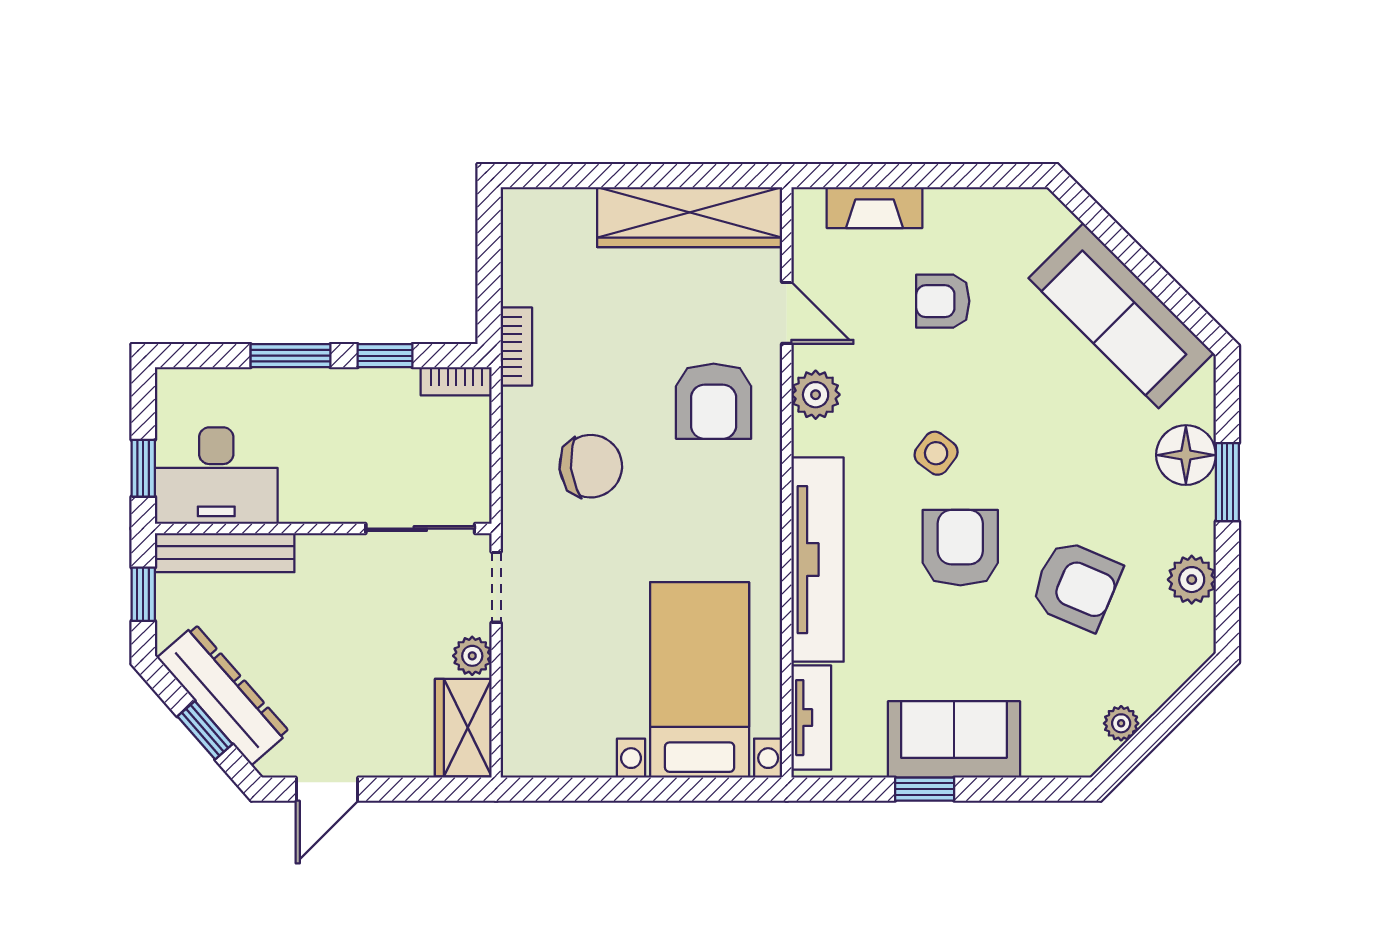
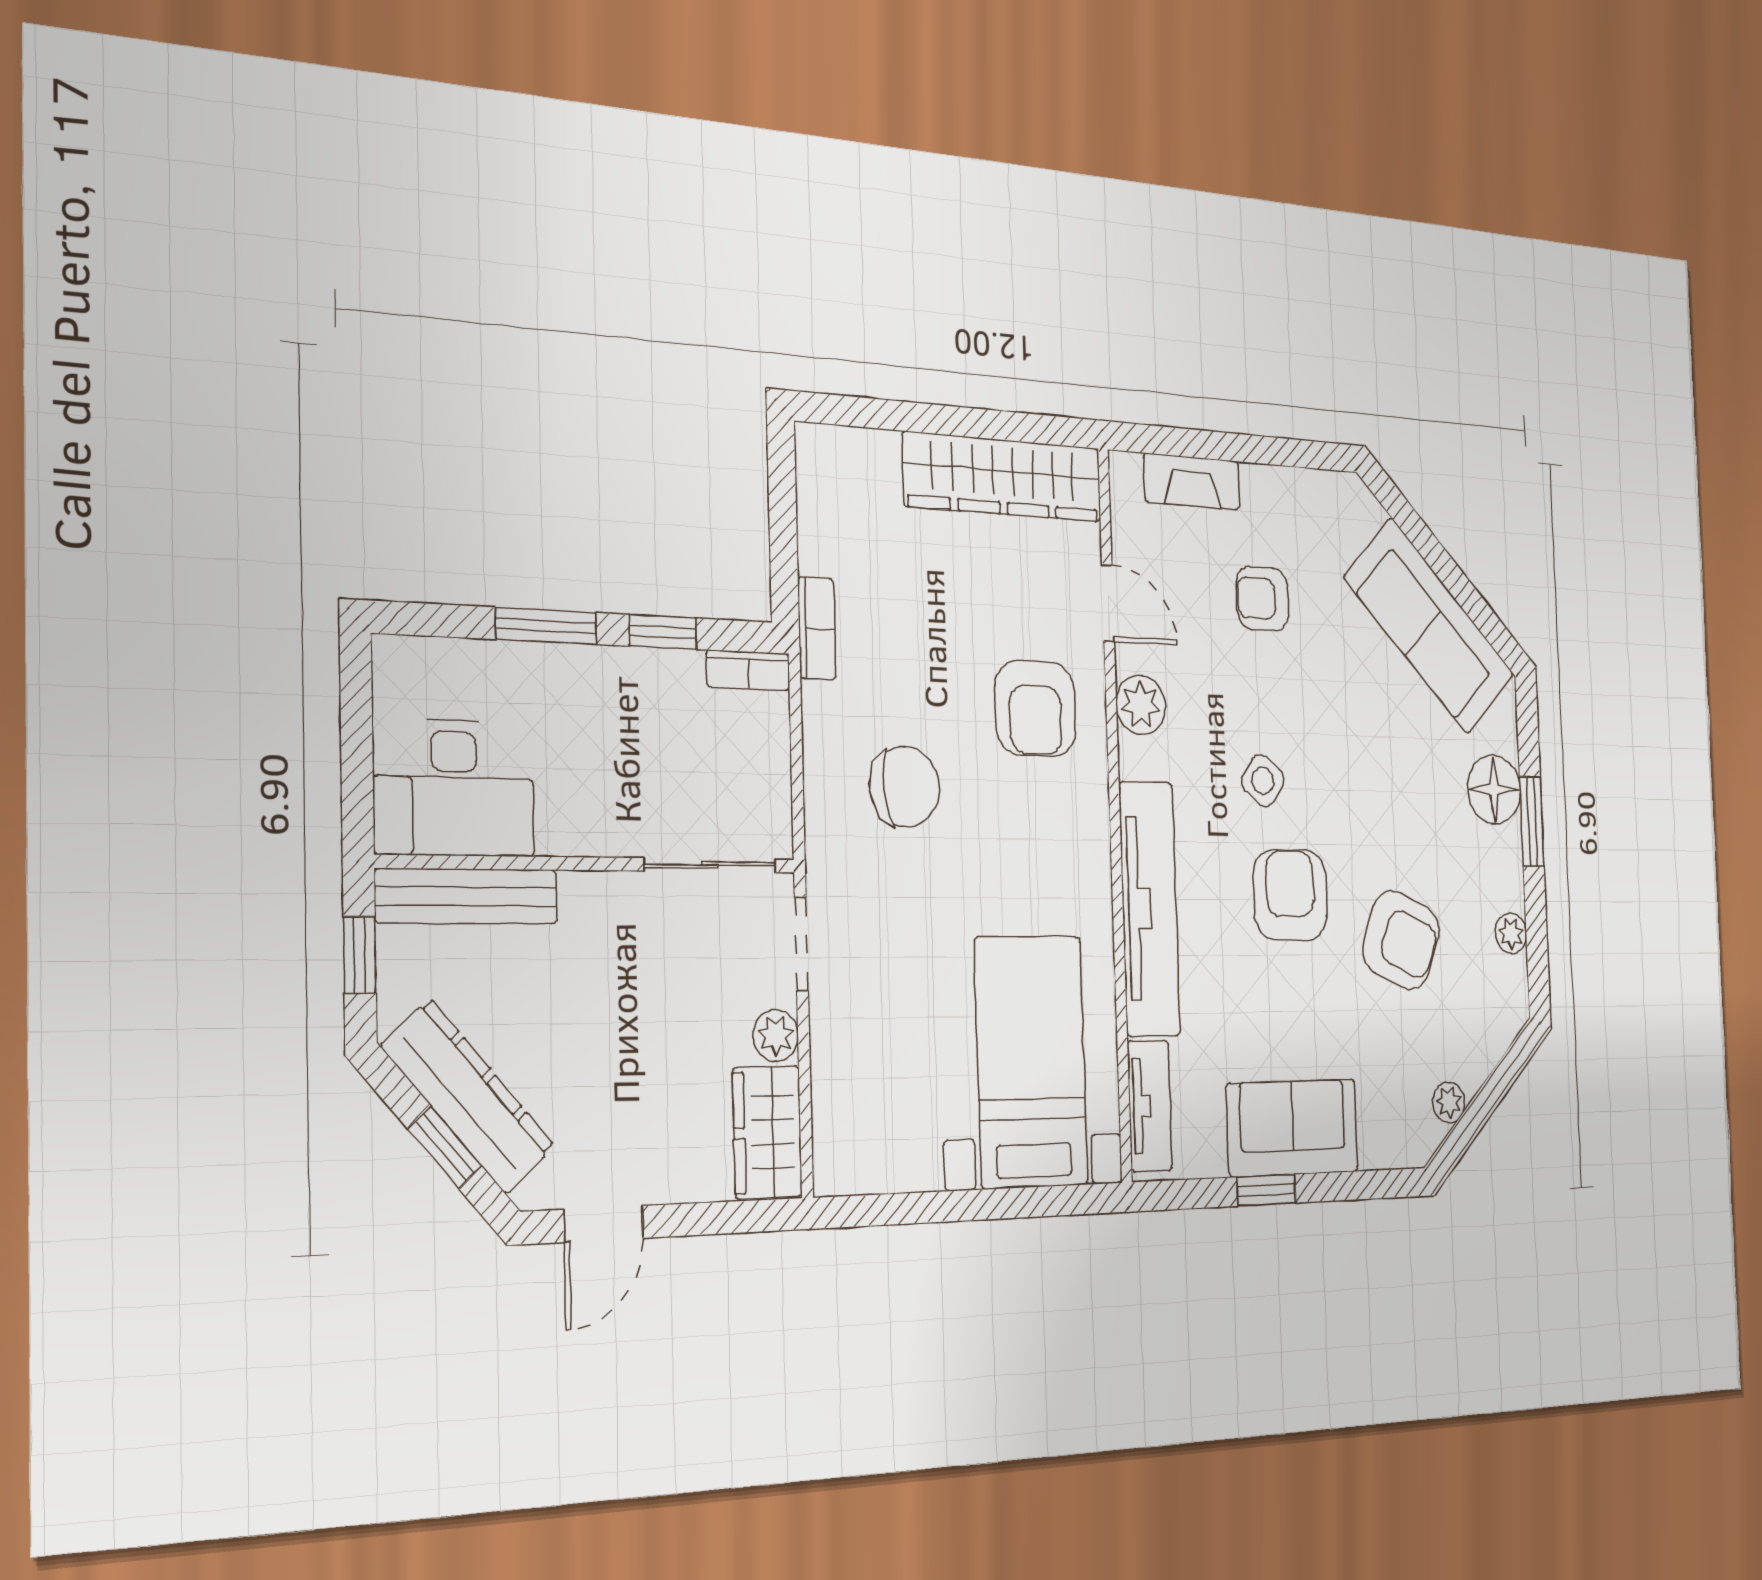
window: (143, 468) -> (357, 775), removed
plant: (1192, 580) -> (1511, 933), width x0.73, depth x0.73

